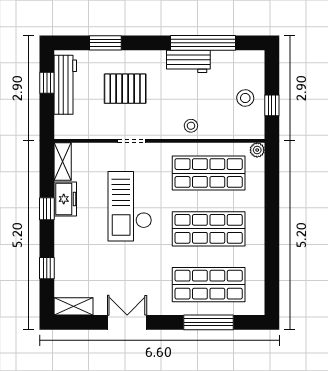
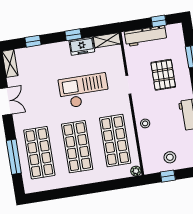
workbench: (65, 85) -> (146, 36), moved

